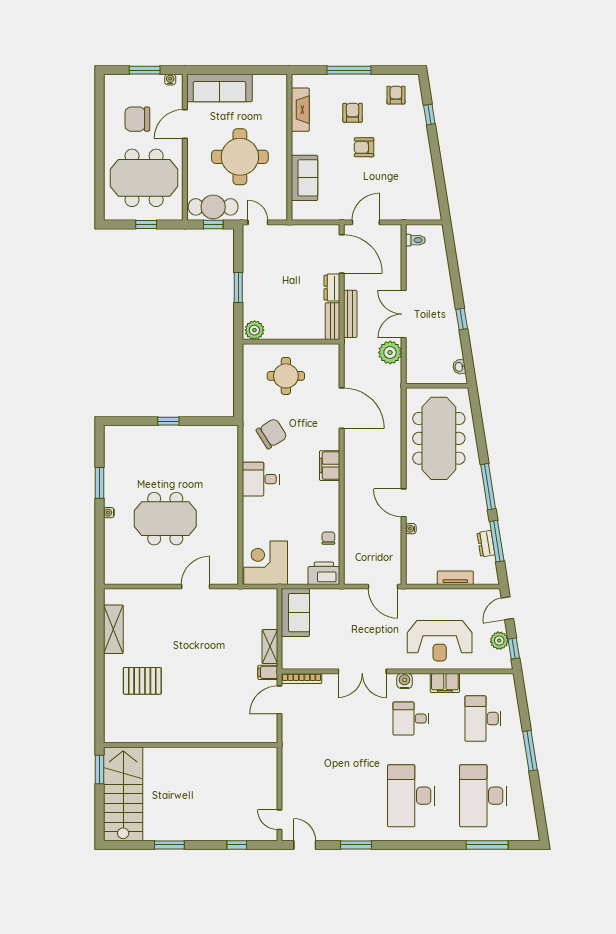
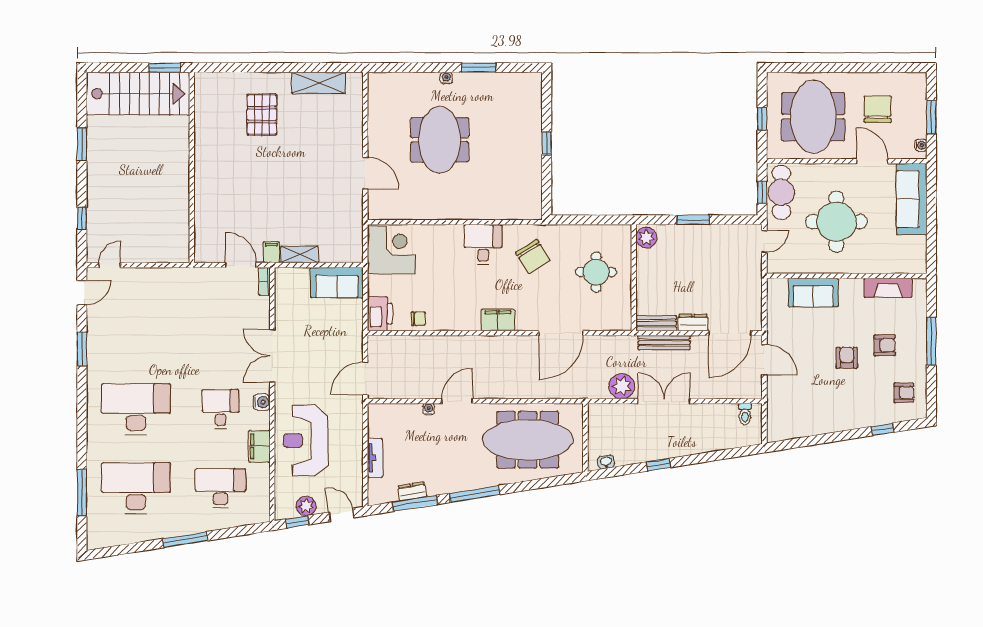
bookcase: (302, 679) -> (264, 281), width x0.64

